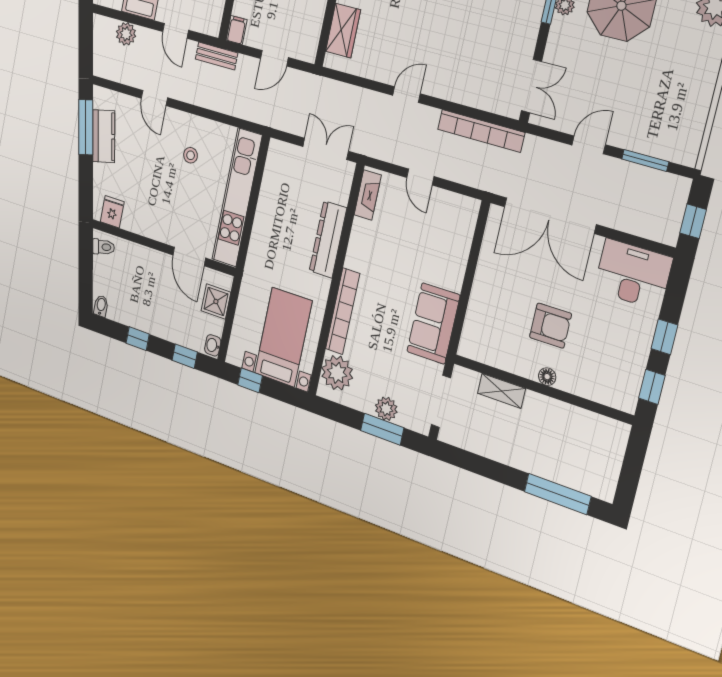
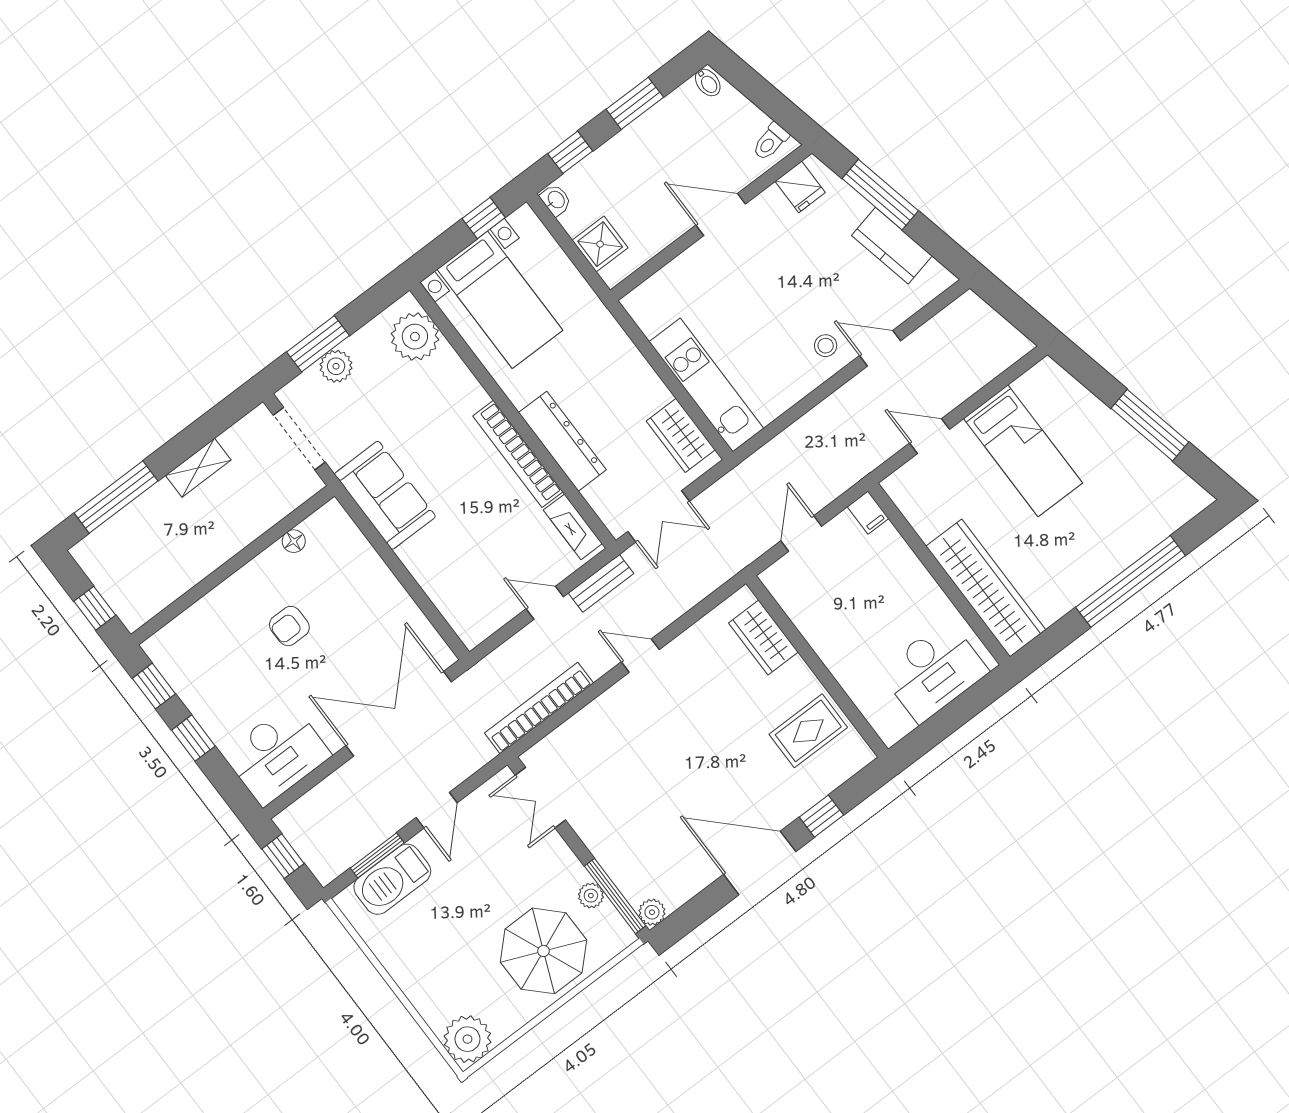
plant: (126, 34) -> (979, 370), removed
bench: (217, 56) -> (601, 583), moved
door: (406, 95) -> (640, 656), swing flipped
window: (86, 127) -> (880, 195), moved
barbecue: (652, 139) -> (392, 879), added
stool: (191, 155) -> (826, 346), moved
wardrobe: (276, 172) -> (681, 435), added
kitchen unit: (237, 197) -> (706, 385), width x0.73
door: (189, 256) -> (721, 215), moved
bookcase: (343, 311) -> (518, 454), moved
armchair: (551, 326) -> (289, 626), width x0.72, depth x0.72
window: (138, 339) -> (635, 103), width x1.50
floor lamp: (547, 377) -> (294, 541), moved
shelving: (501, 391) -> (198, 468), moved
window: (634, 461) -> (95, 608), added

